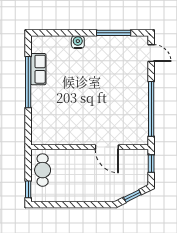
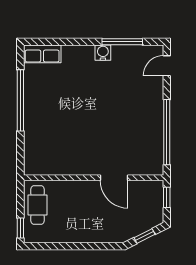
water cooler: (78, 42) -> (103, 53), moved
door: (151, 53) -> (167, 66), swing flipped
row of seats: (38, 69) -> (42, 54), moved, turned 90

